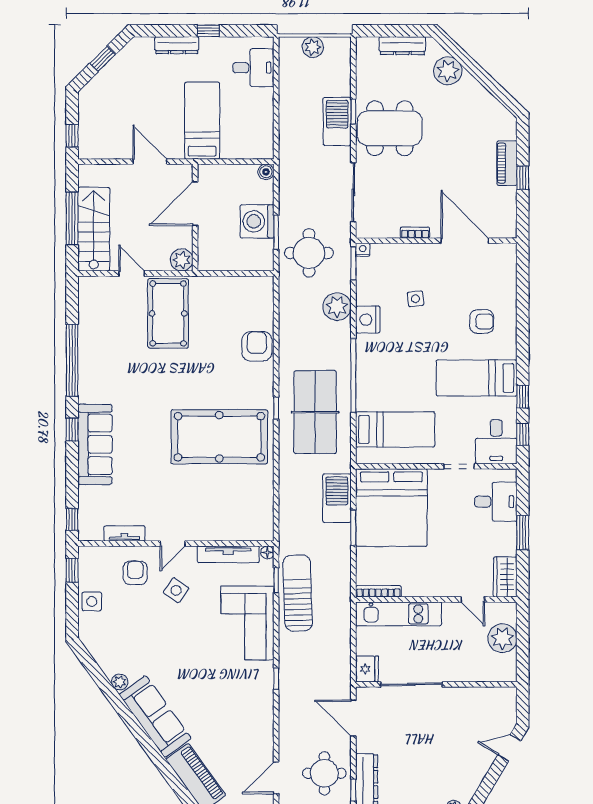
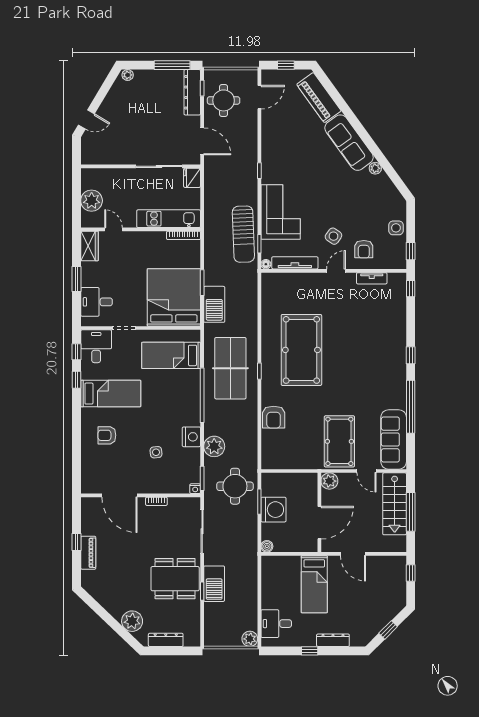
plant: (313, 47) -> (250, 639), moved
pool table: (219, 437) -> (301, 350), turned 90
sofa: (95, 444) -> (394, 439), moved

